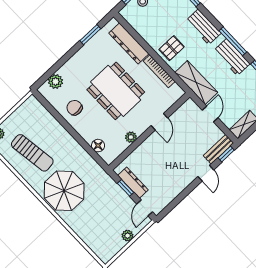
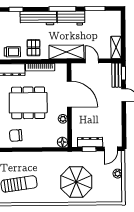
workbench: (203, 27) -> (38, 18), width x1.38
trolley: (149, 32) -> (12, 52), added
door: (159, 122) -> (69, 94), width x1.88
floor lamp: (98, 146) -> (62, 142), moved
parasol: (64, 191) -> (76, 182), moved
door: (145, 208) -> (111, 149), hinge flipped

